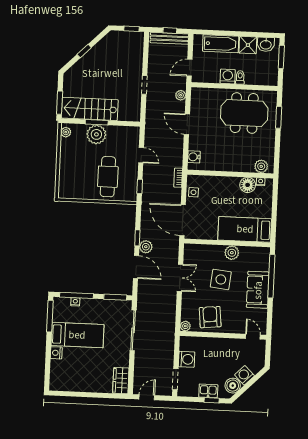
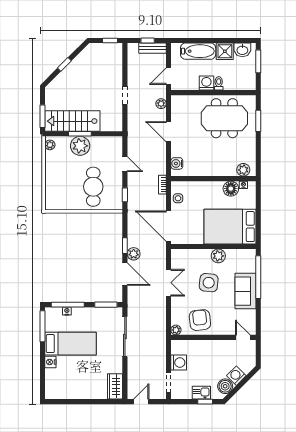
bench: (169, 38) -> (152, 48), width x0.73
bed: (245, 229) -> (230, 227), width x1.50

